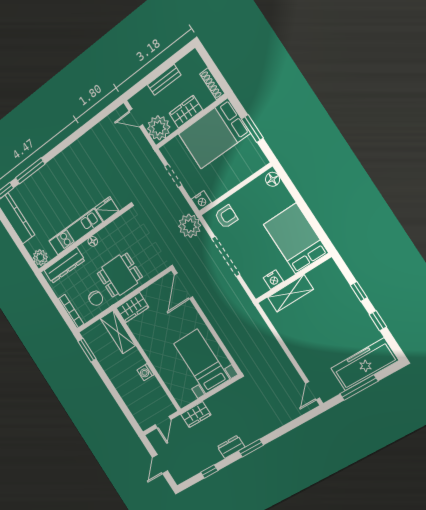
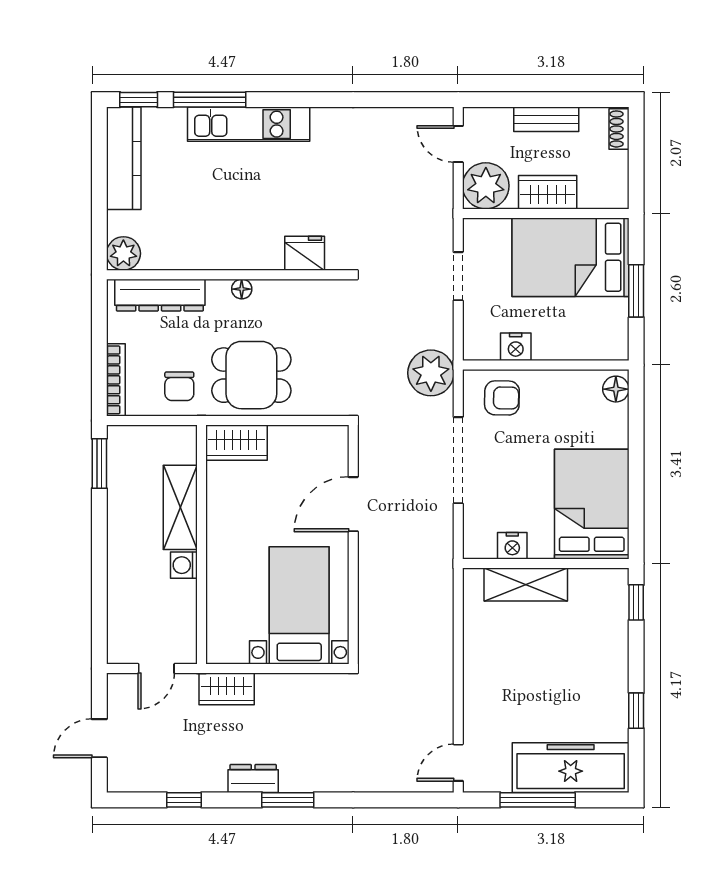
shoe rack: (212, 84) -> (619, 129), moved, width x0.70
nightstand: (201, 201) -> (516, 347), moved
kitchen unit: (76, 232) -> (249, 124), moved, turned 180
door: (183, 286) -> (353, 504), moved
window: (359, 291) -> (636, 602), moved
shelving: (118, 332) -> (180, 507), moved

